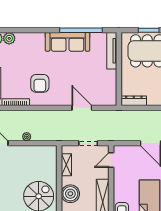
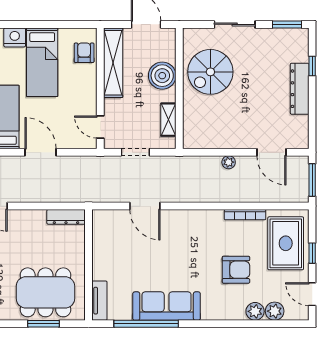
tv unit: (112, 51) -> (99, 301), width x0.71
armchair: (40, 83) -> (236, 270), moved, turned 90
door: (111, 160) -> (100, 127), swing flipped

